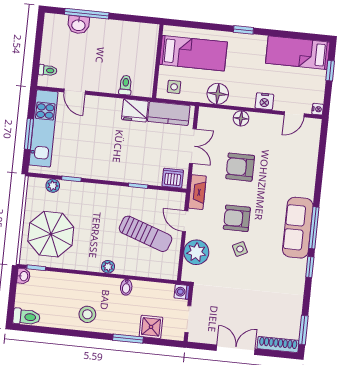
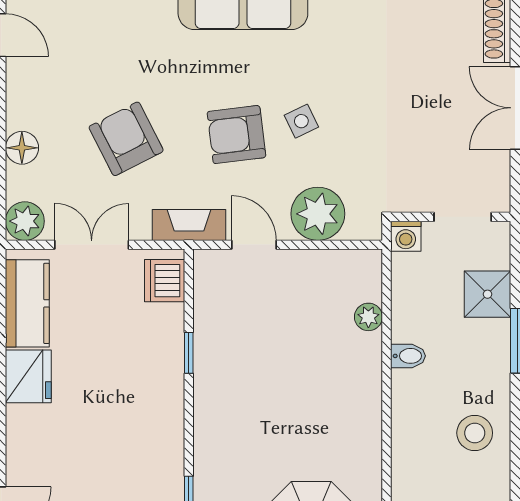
plant: (207, 116) -> (25, 221), added
armchair: (240, 167) -> (126, 139), turned 153
armchair: (237, 218) -> (236, 135), turned 83
door: (185, 221) -> (254, 245), swing flipped
sun lounger: (146, 234) -> (290, 326), removed
plant: (108, 267) -> (368, 317), moved

